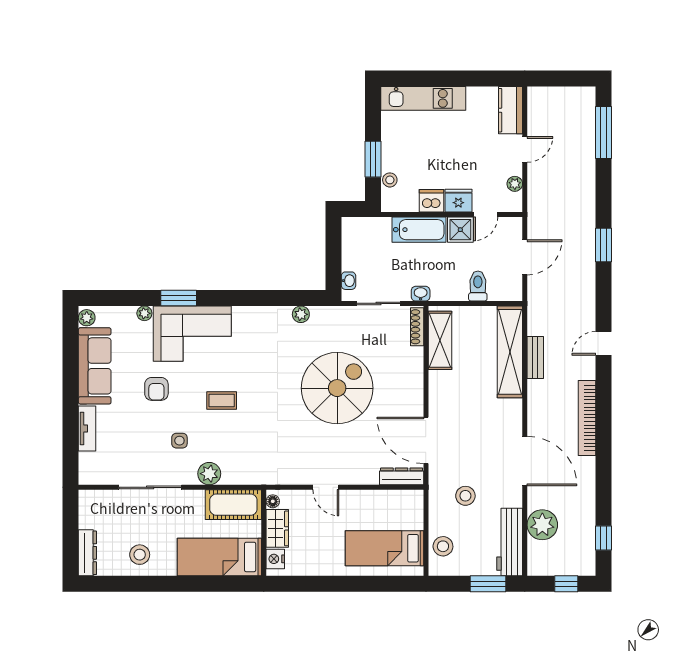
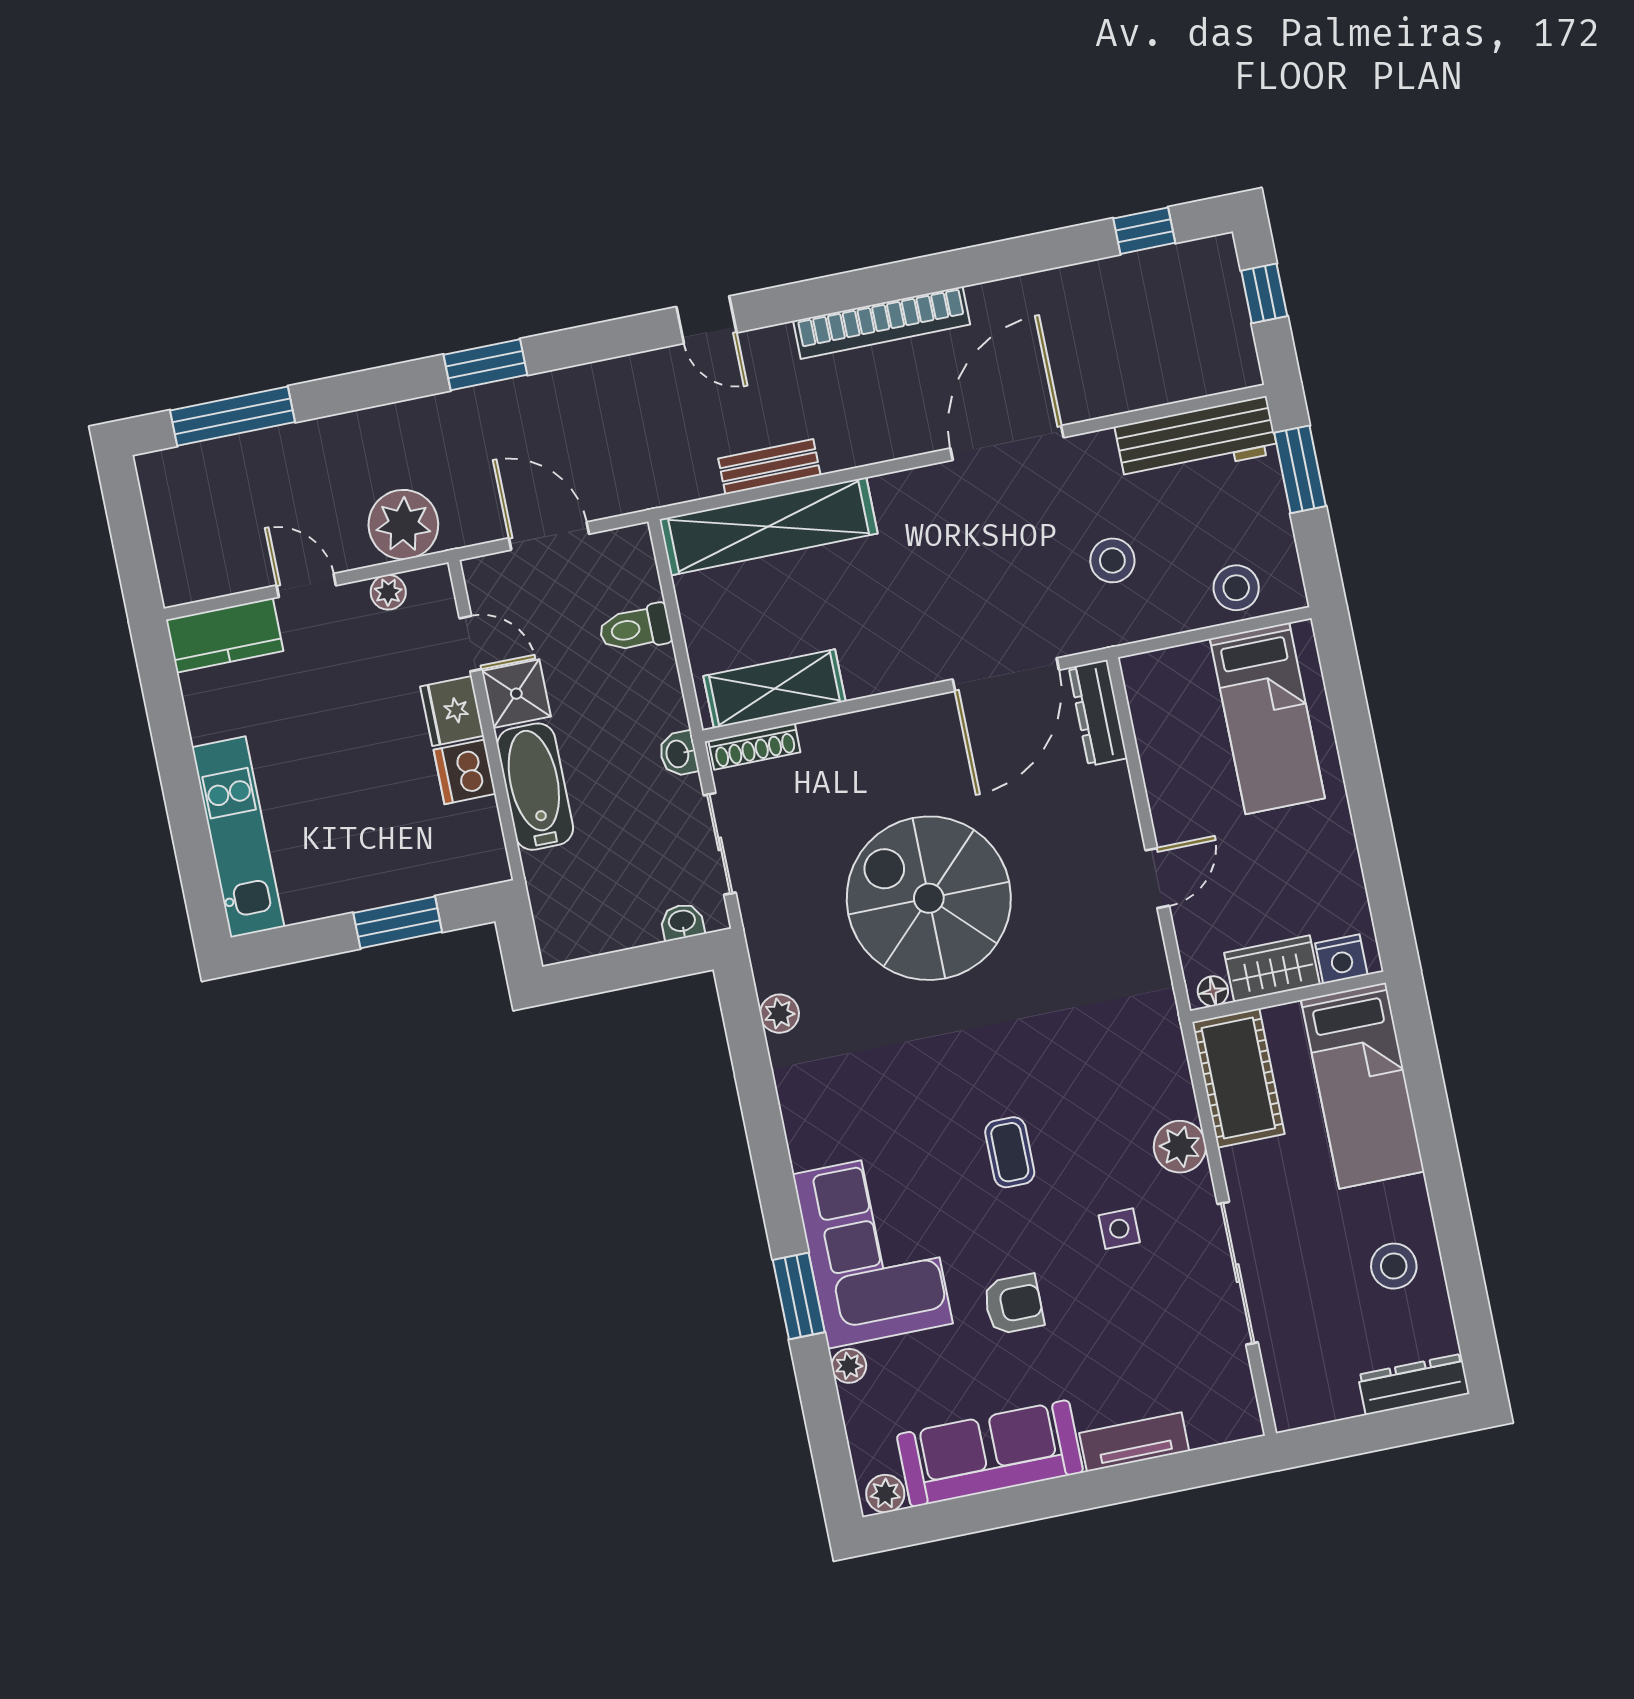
stool: (390, 180) -> (437, 875), removed
plant: (542, 525) -> (403, 525), moved

